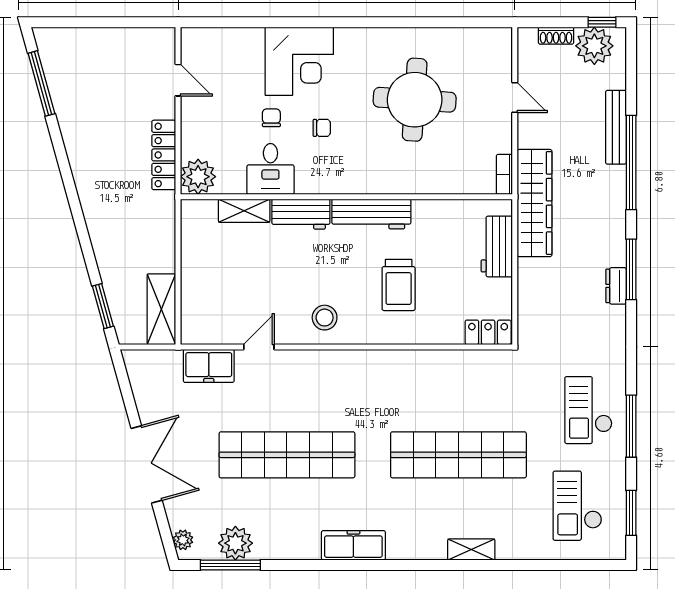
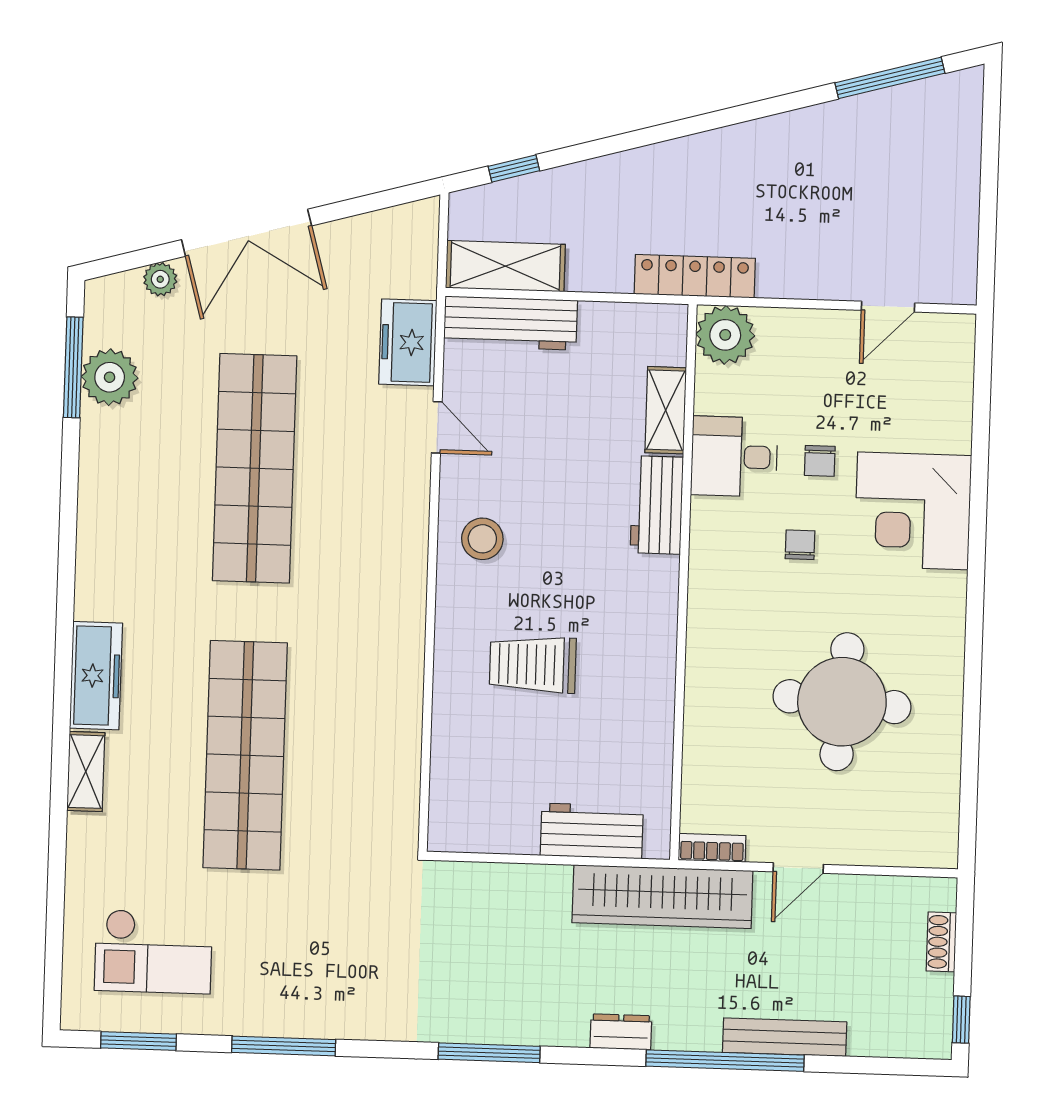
plant: (594, 46) -> (922, 1005), removed
door: (515, 98) -> (798, 868), moved
chair: (271, 118) -> (820, 461), turned 90
chair: (322, 128) -> (800, 545), turned 180
locker: (164, 155) -> (695, 276), moved
workbench: (371, 214) -> (511, 323), moved, turned -90
window: (631, 269) -> (489, 1053), moved
dresser: (616, 286) -> (621, 1032), moved
window: (103, 306) -> (514, 168), width x0.67
locker: (488, 332) -> (449, 812), removed
checkout: (588, 410) -> (313, 975), removed
checkout: (577, 506) -> (153, 952), turned 180
plant: (183, 540) -> (160, 279), moved
freezer: (353, 545) -> (96, 676), moved

